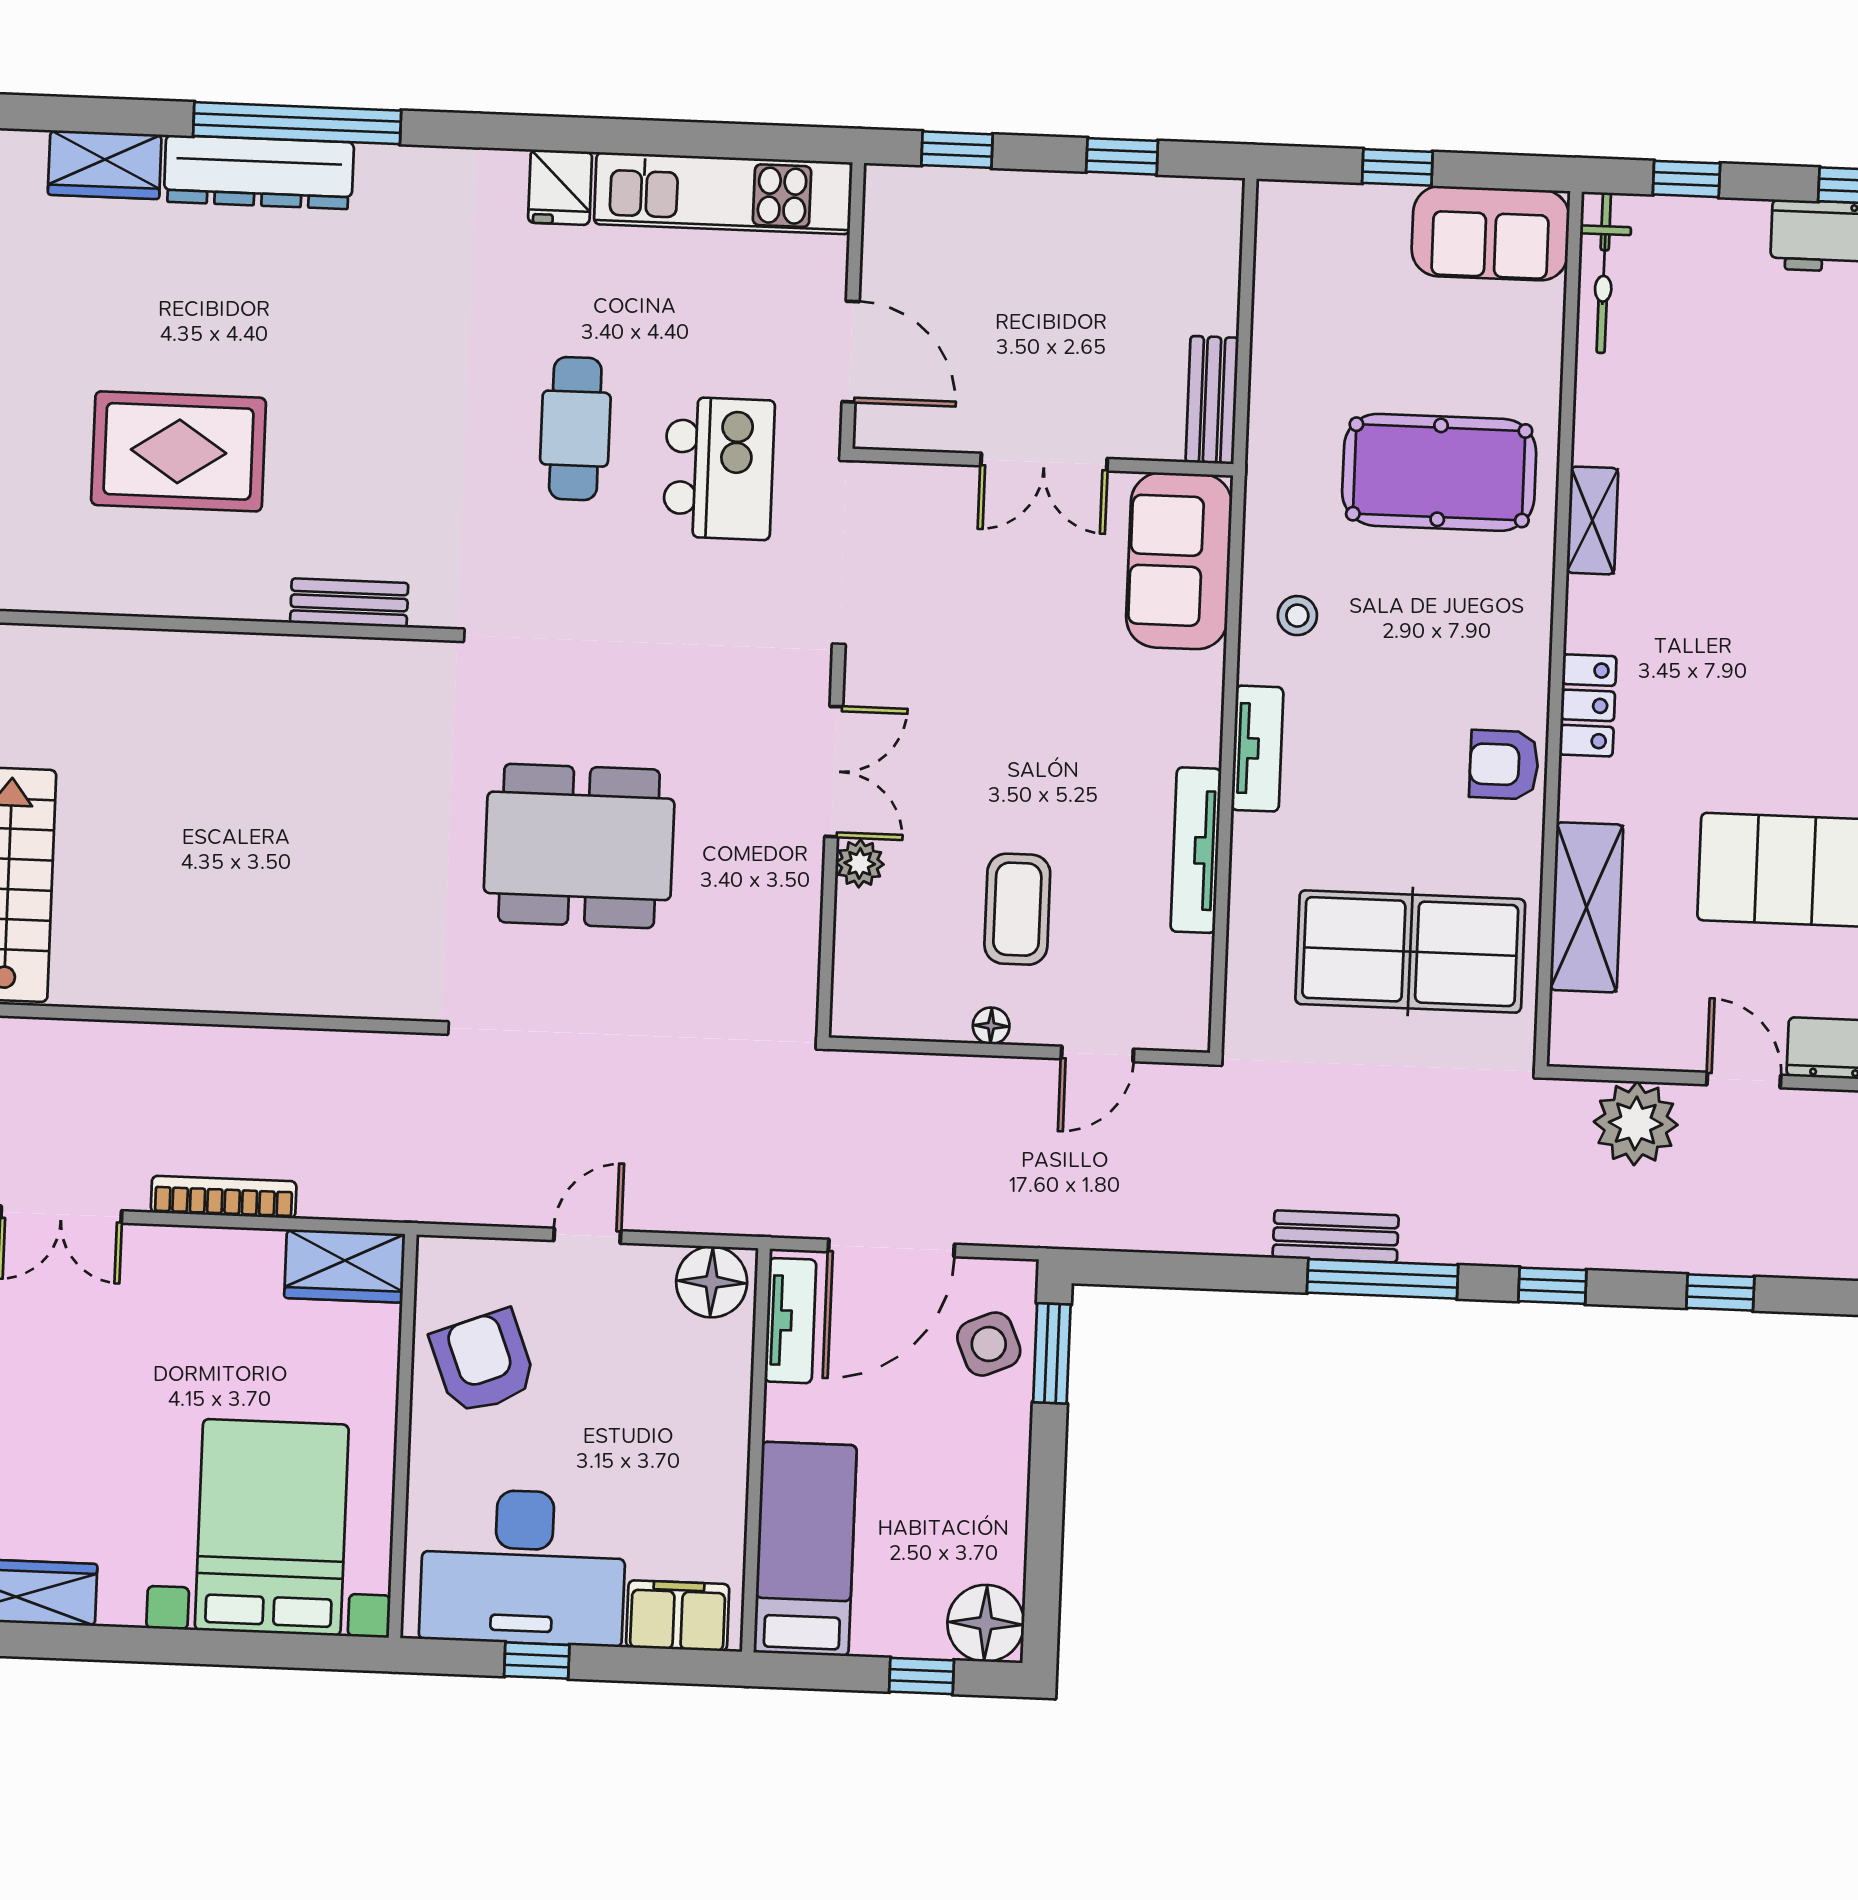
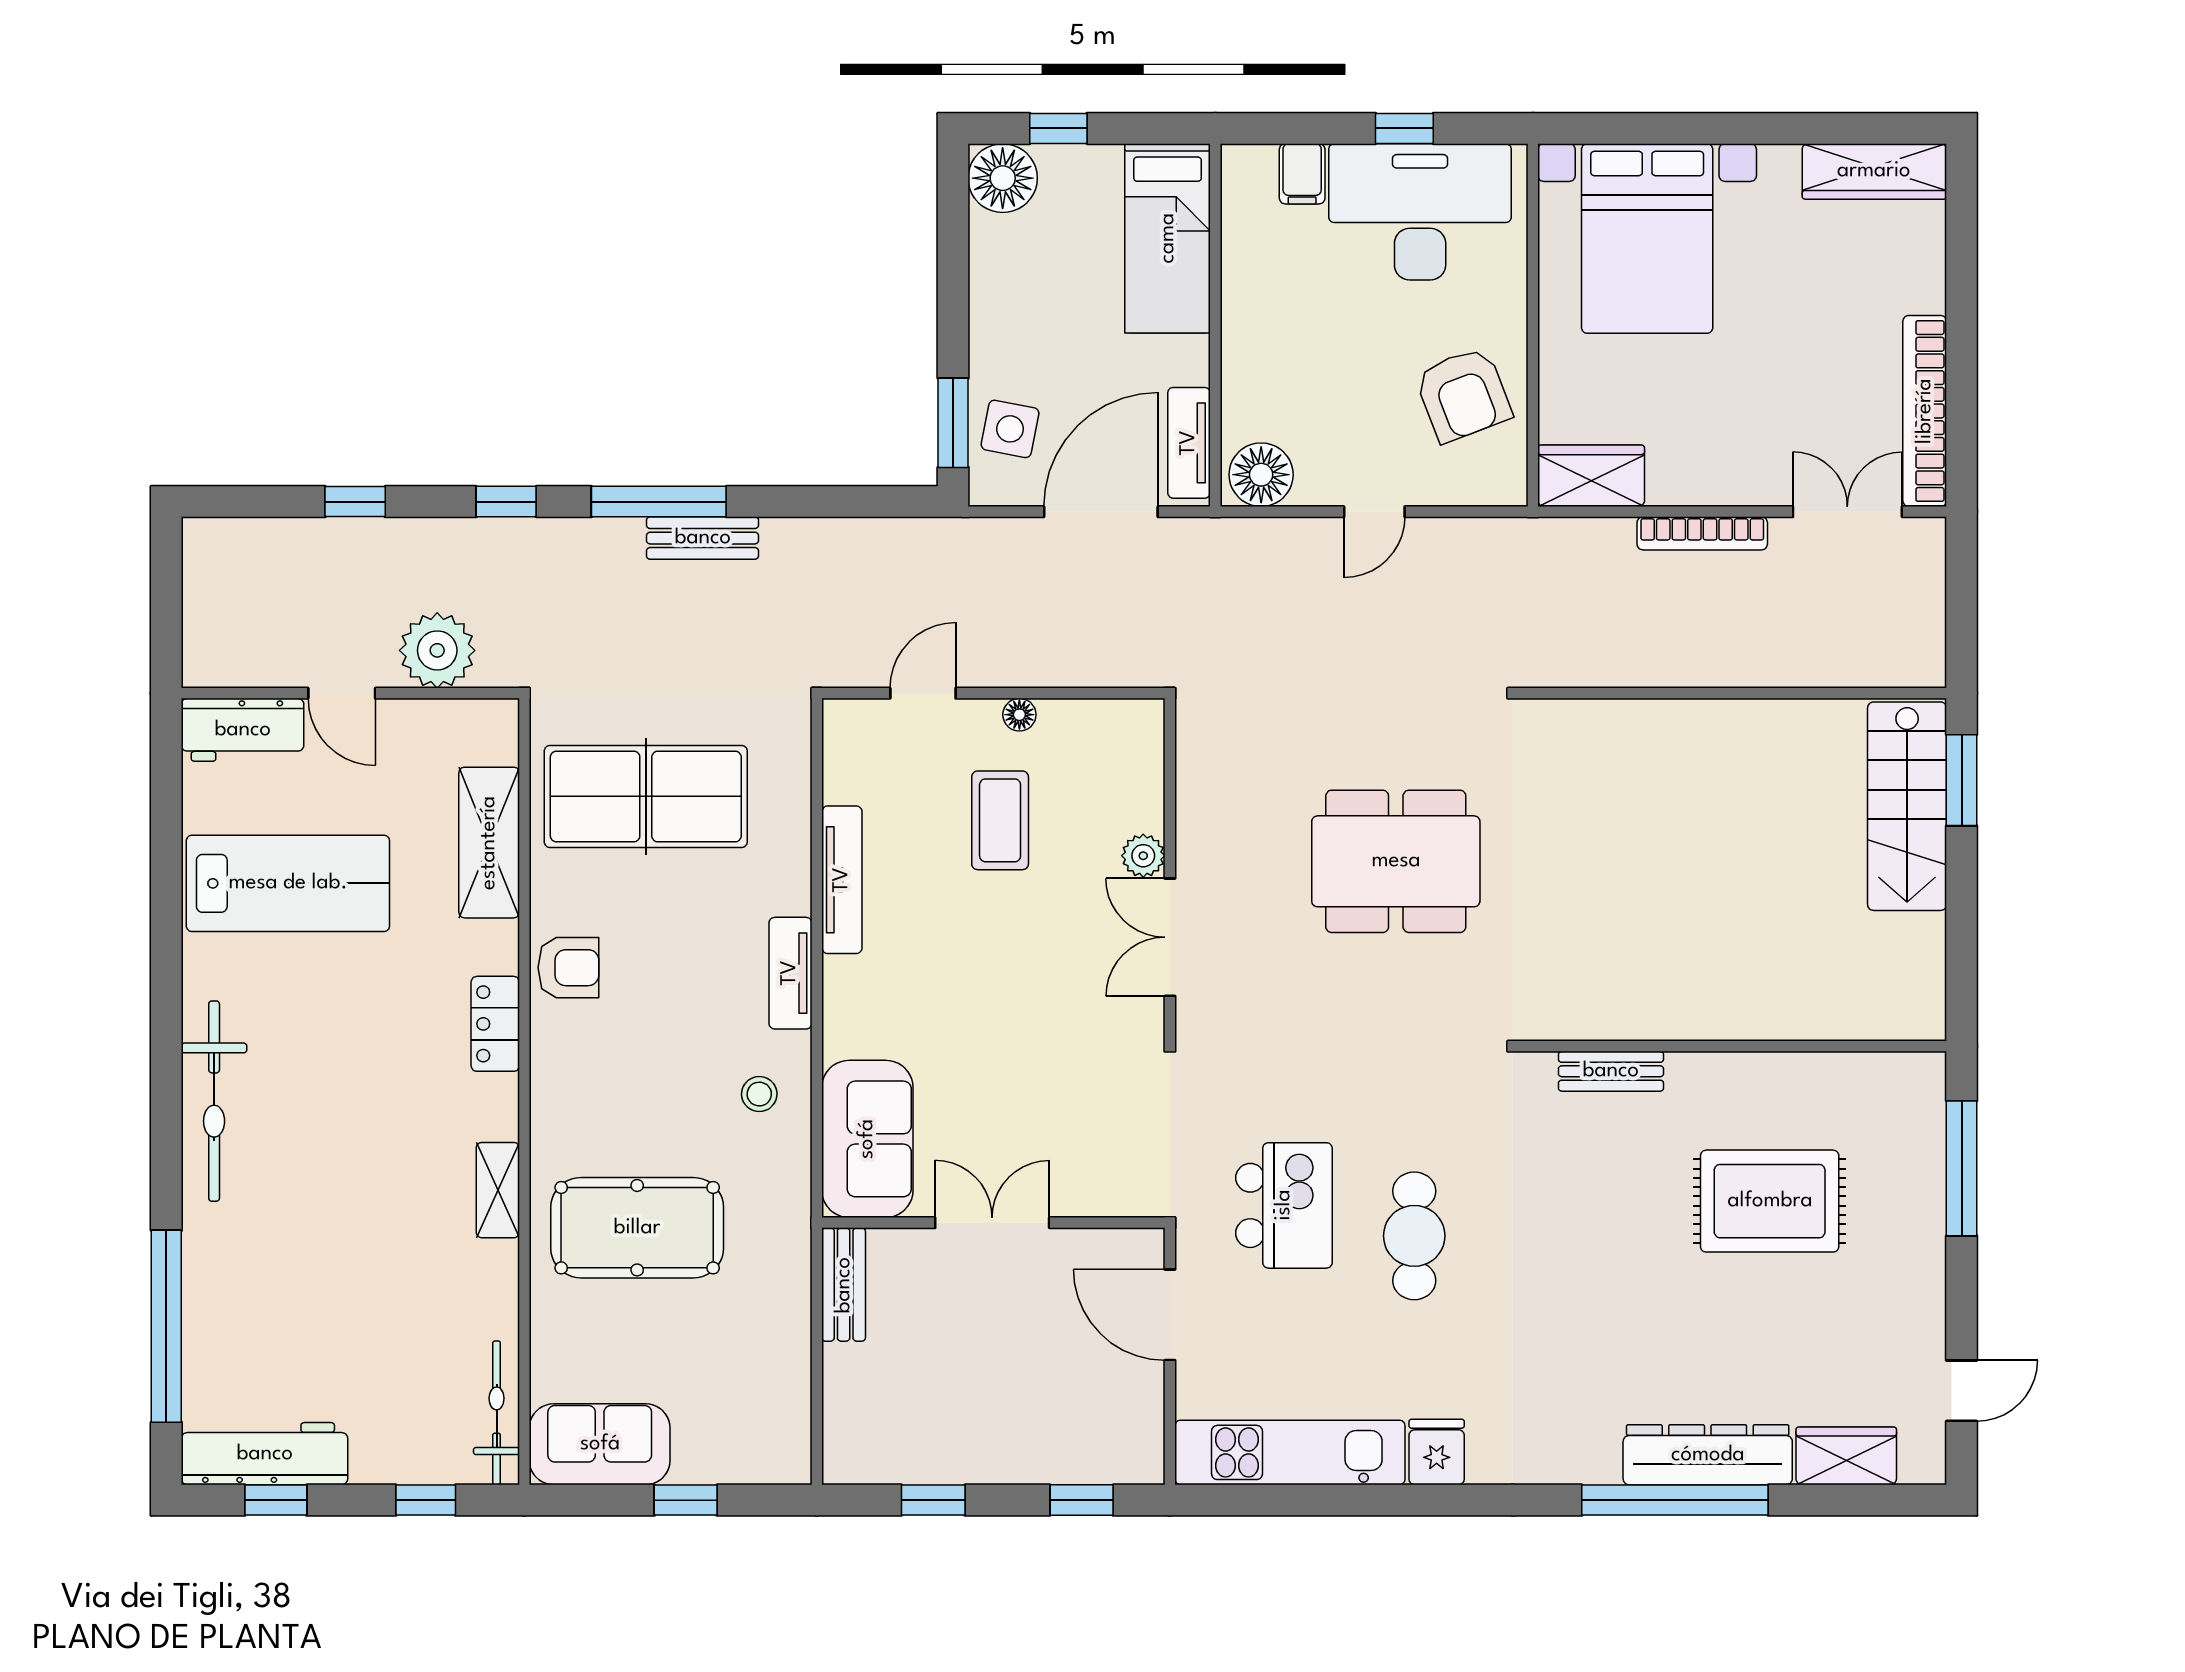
kitchen island: (719, 468) -> (1284, 1205), turned 180
side table: (989, 1344) -> (1010, 429), turned 34
filing cabinet: (678, 1616) -> (1302, 174), width x0.50

